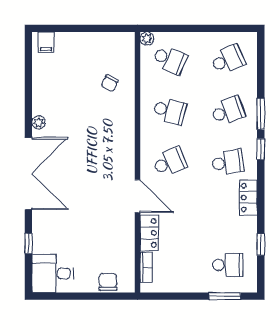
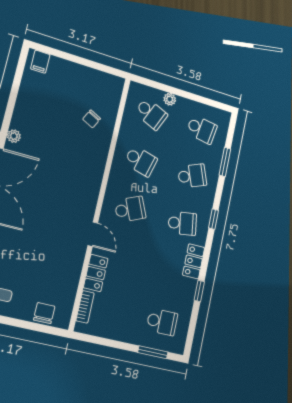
plant: (147, 39) -> (170, 99), moved
school desk: (228, 60) -> (202, 129), turned 33
window: (261, 114) -> (225, 162), moved
door: (137, 196) -> (93, 234), width x0.73
window: (261, 244) -> (199, 291), moved

